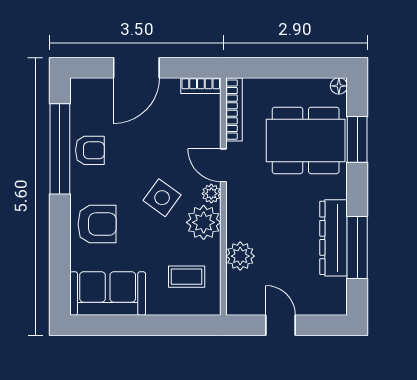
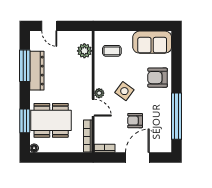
armchair: (90, 150) -> (135, 121), moved
plant: (204, 222) -> (103, 78), removed
plant: (240, 256) -> (84, 51), moved
door: (281, 325) -> (49, 26), moved

